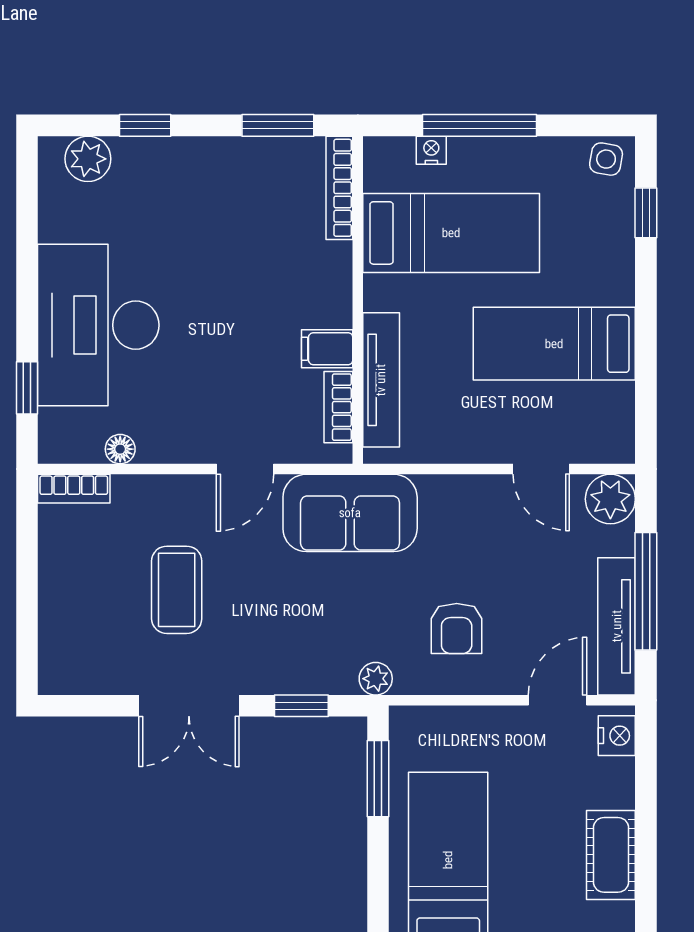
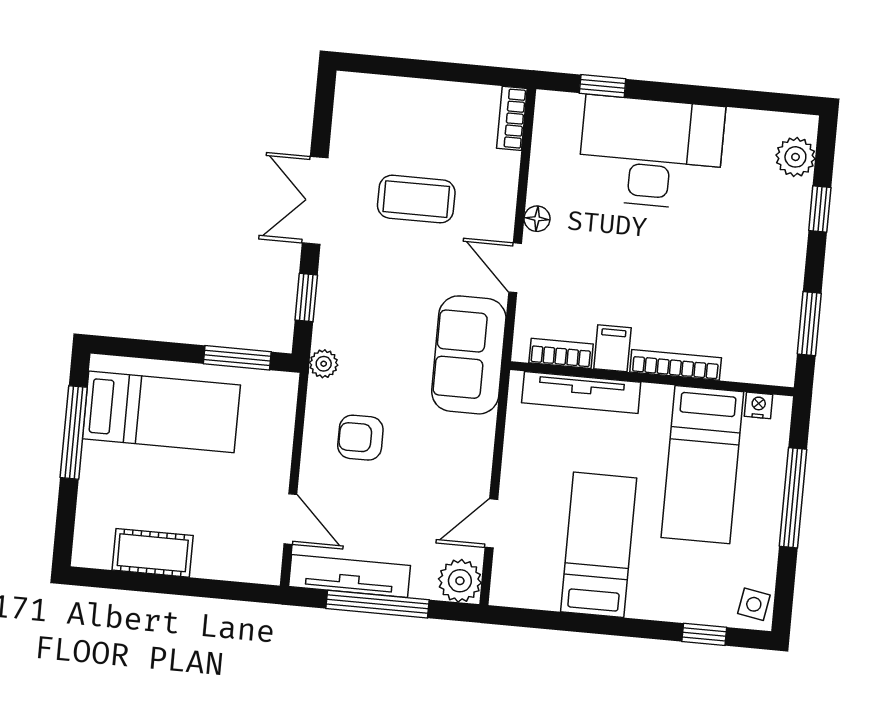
nightstand: (431, 150) -> (758, 405), moved, turned -90
bookcase: (339, 188) -> (676, 365), moved
floor lamp: (120, 449) -> (537, 219), moved
nightstand: (617, 736) -> (255, 567), removed

